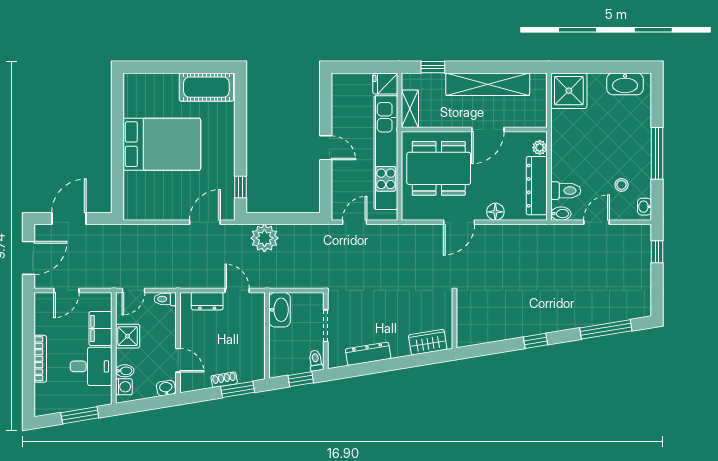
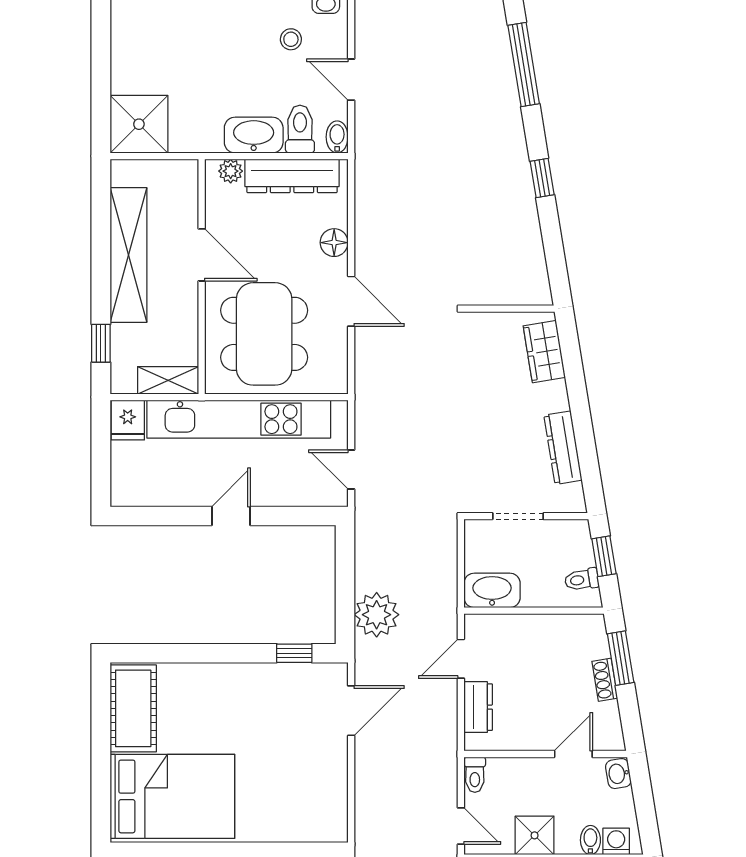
washbasin: (625, 84) -> (254, 135), moved, turned -90
bed: (162, 144) -> (172, 796), moved, turned 90
door: (205, 222) -> (351, 711), swing flipped
toilet: (316, 361) -> (582, 580), moved

